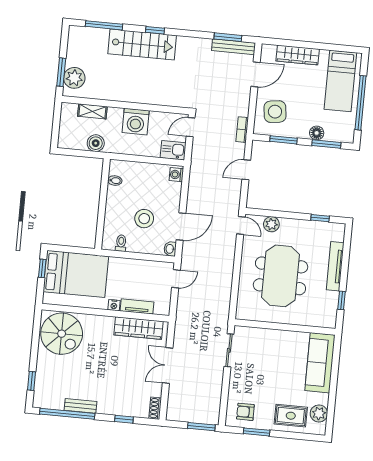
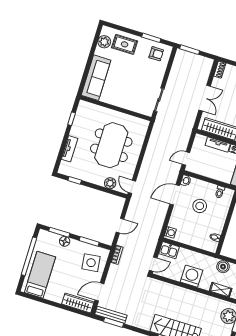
wardrobe: (298, 55) -> (78, 303), moved
tv unit: (335, 266) -> (70, 149), width x0.71

